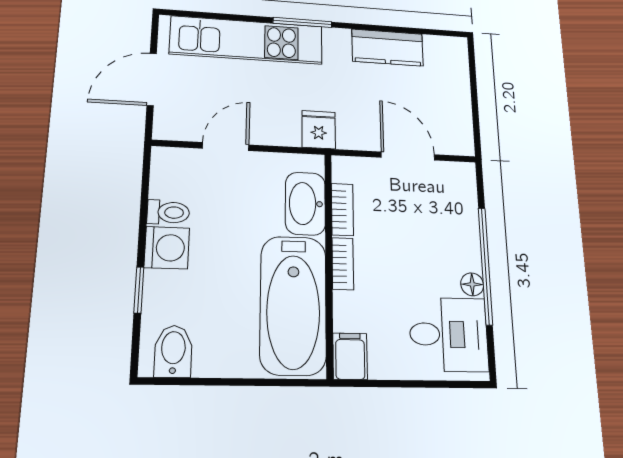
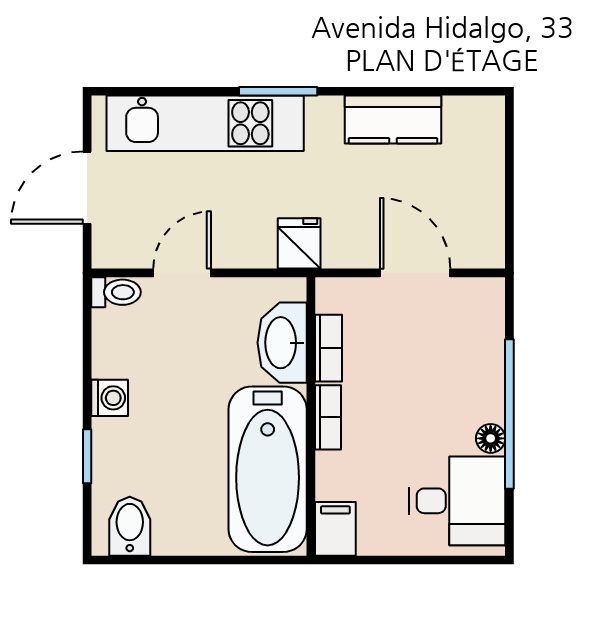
toilet: (168, 212) -> (116, 292), moved
washing machine: (167, 248) -> (110, 398), width x0.73, depth x0.73

